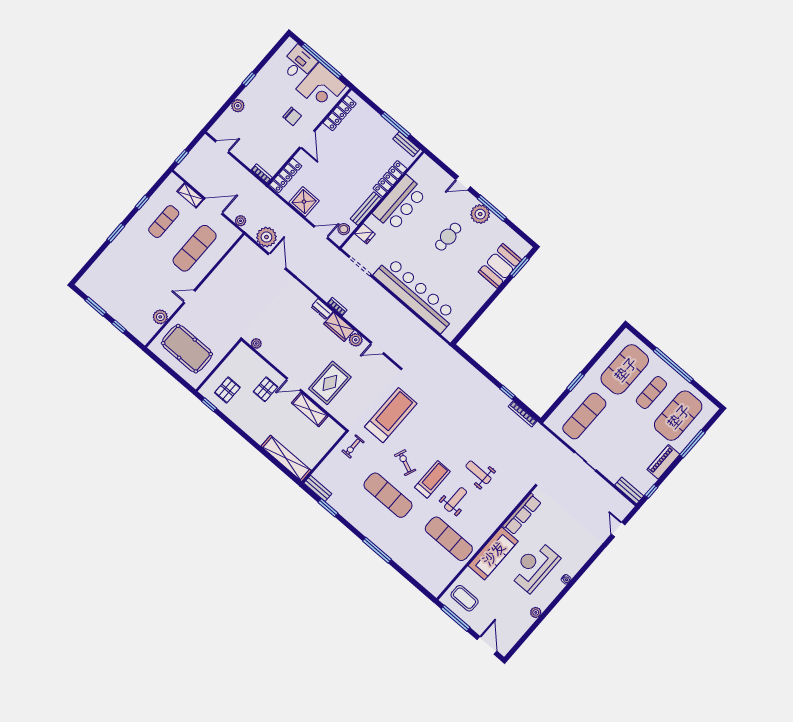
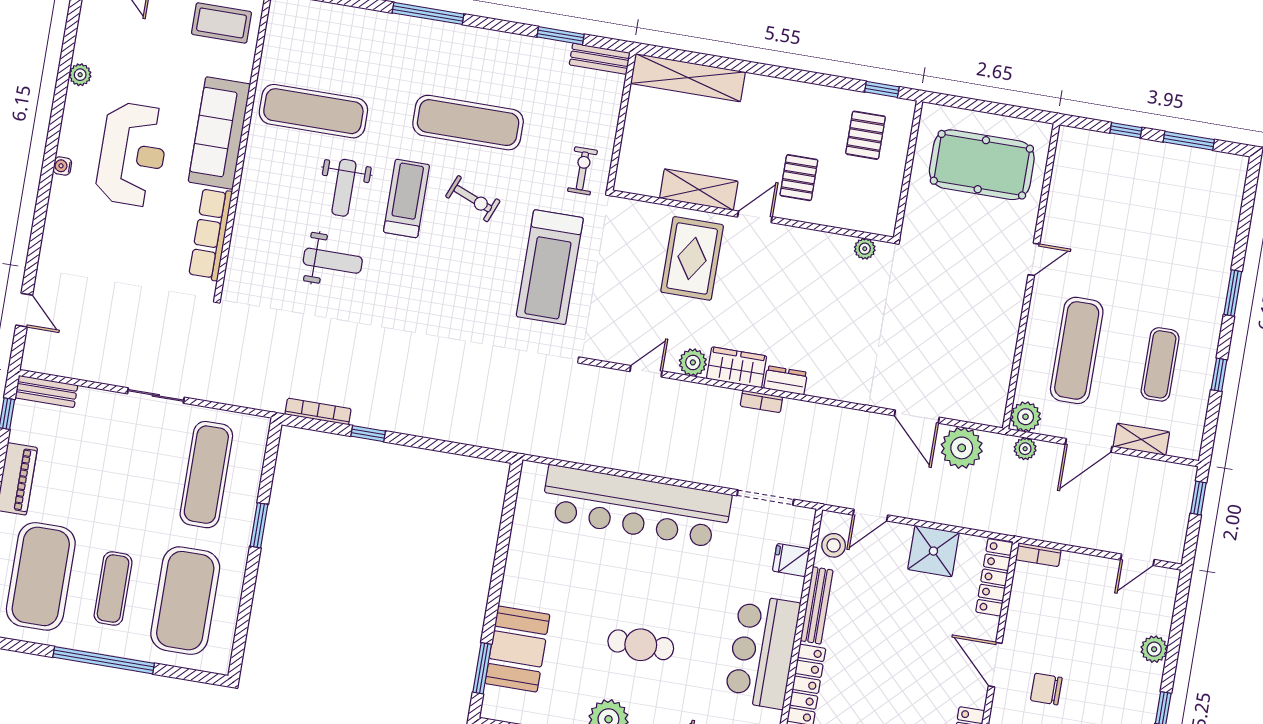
cafe table: (448, 237) -> (641, 645), turned 90
plant: (160, 317) -> (1026, 417), moved
treadmill: (432, 479) -> (406, 198), turned 180

